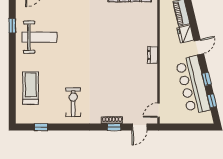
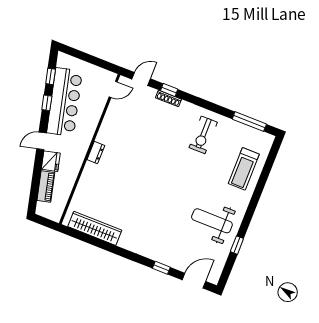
window: (41, 127) -> (249, 122), width x2.17

